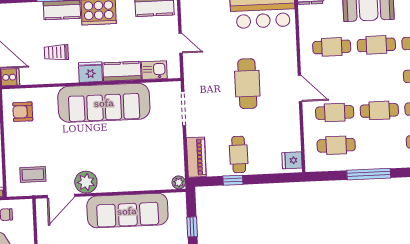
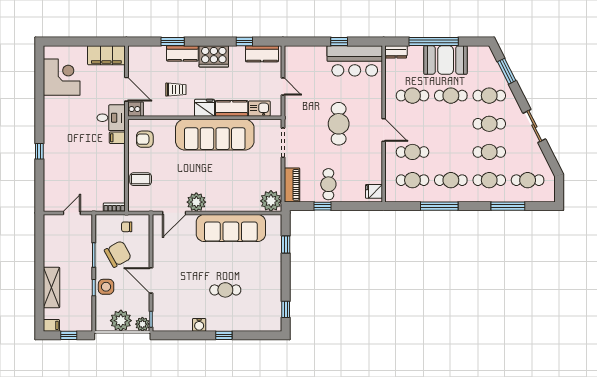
trolley: (56, 52) -> (176, 90), turned 180
cafe table: (379, 110) -> (451, 180), moved
coffee table: (33, 175) -> (141, 179), moved
plant: (179, 182) -> (271, 201), width x1.87, depth x1.87

